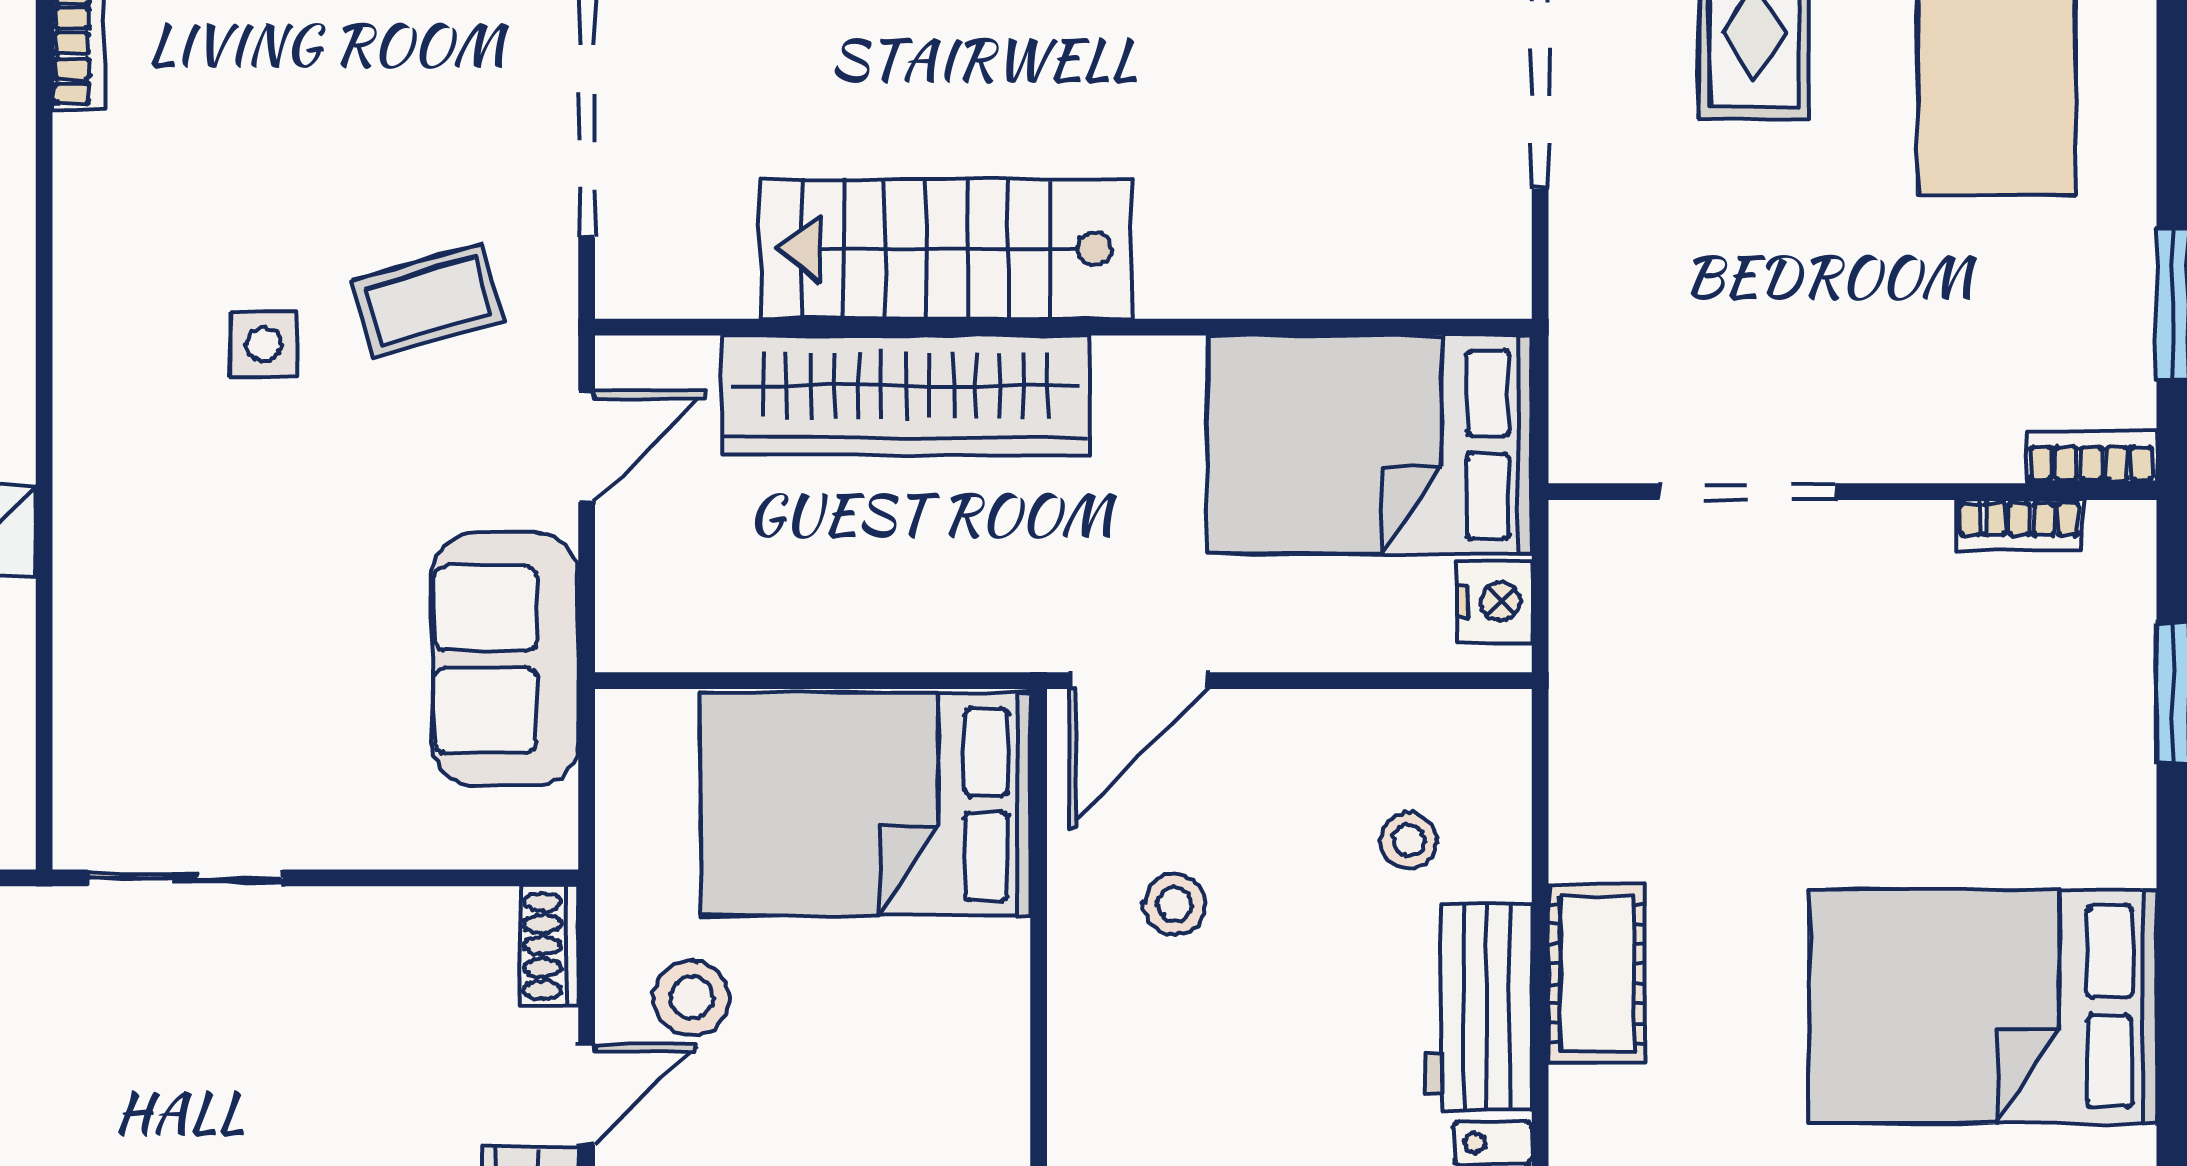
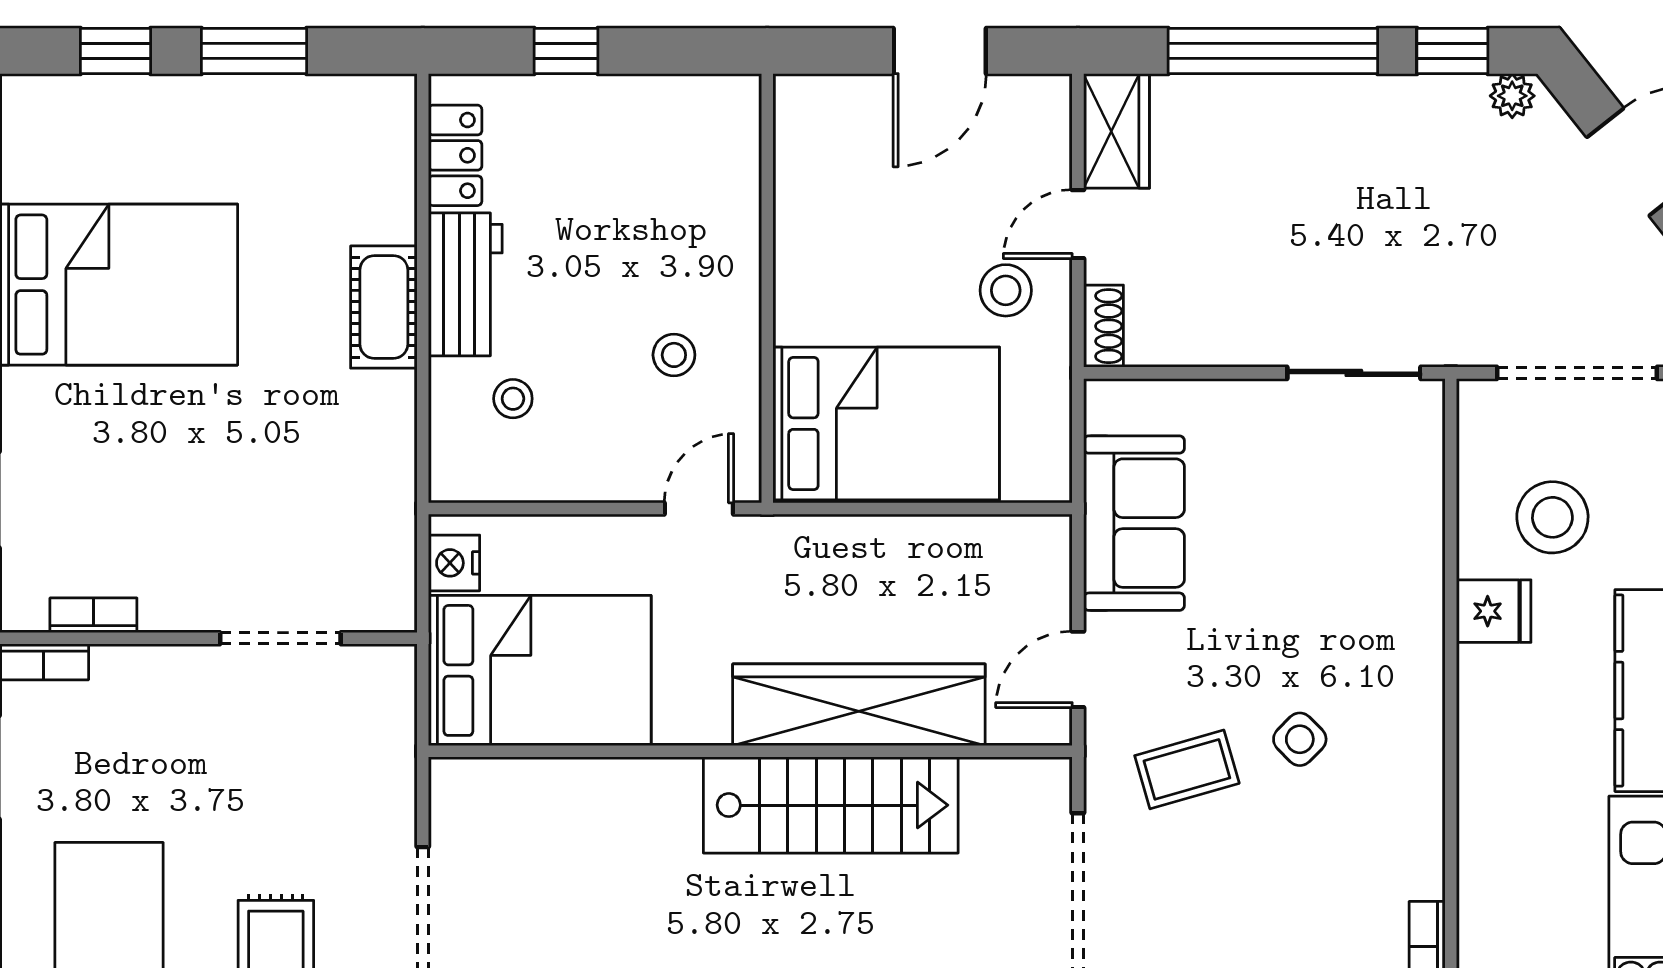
side table: (264, 345) -> (1300, 739), turned 45
door: (1138, 681) -> (699, 508), width x0.73

